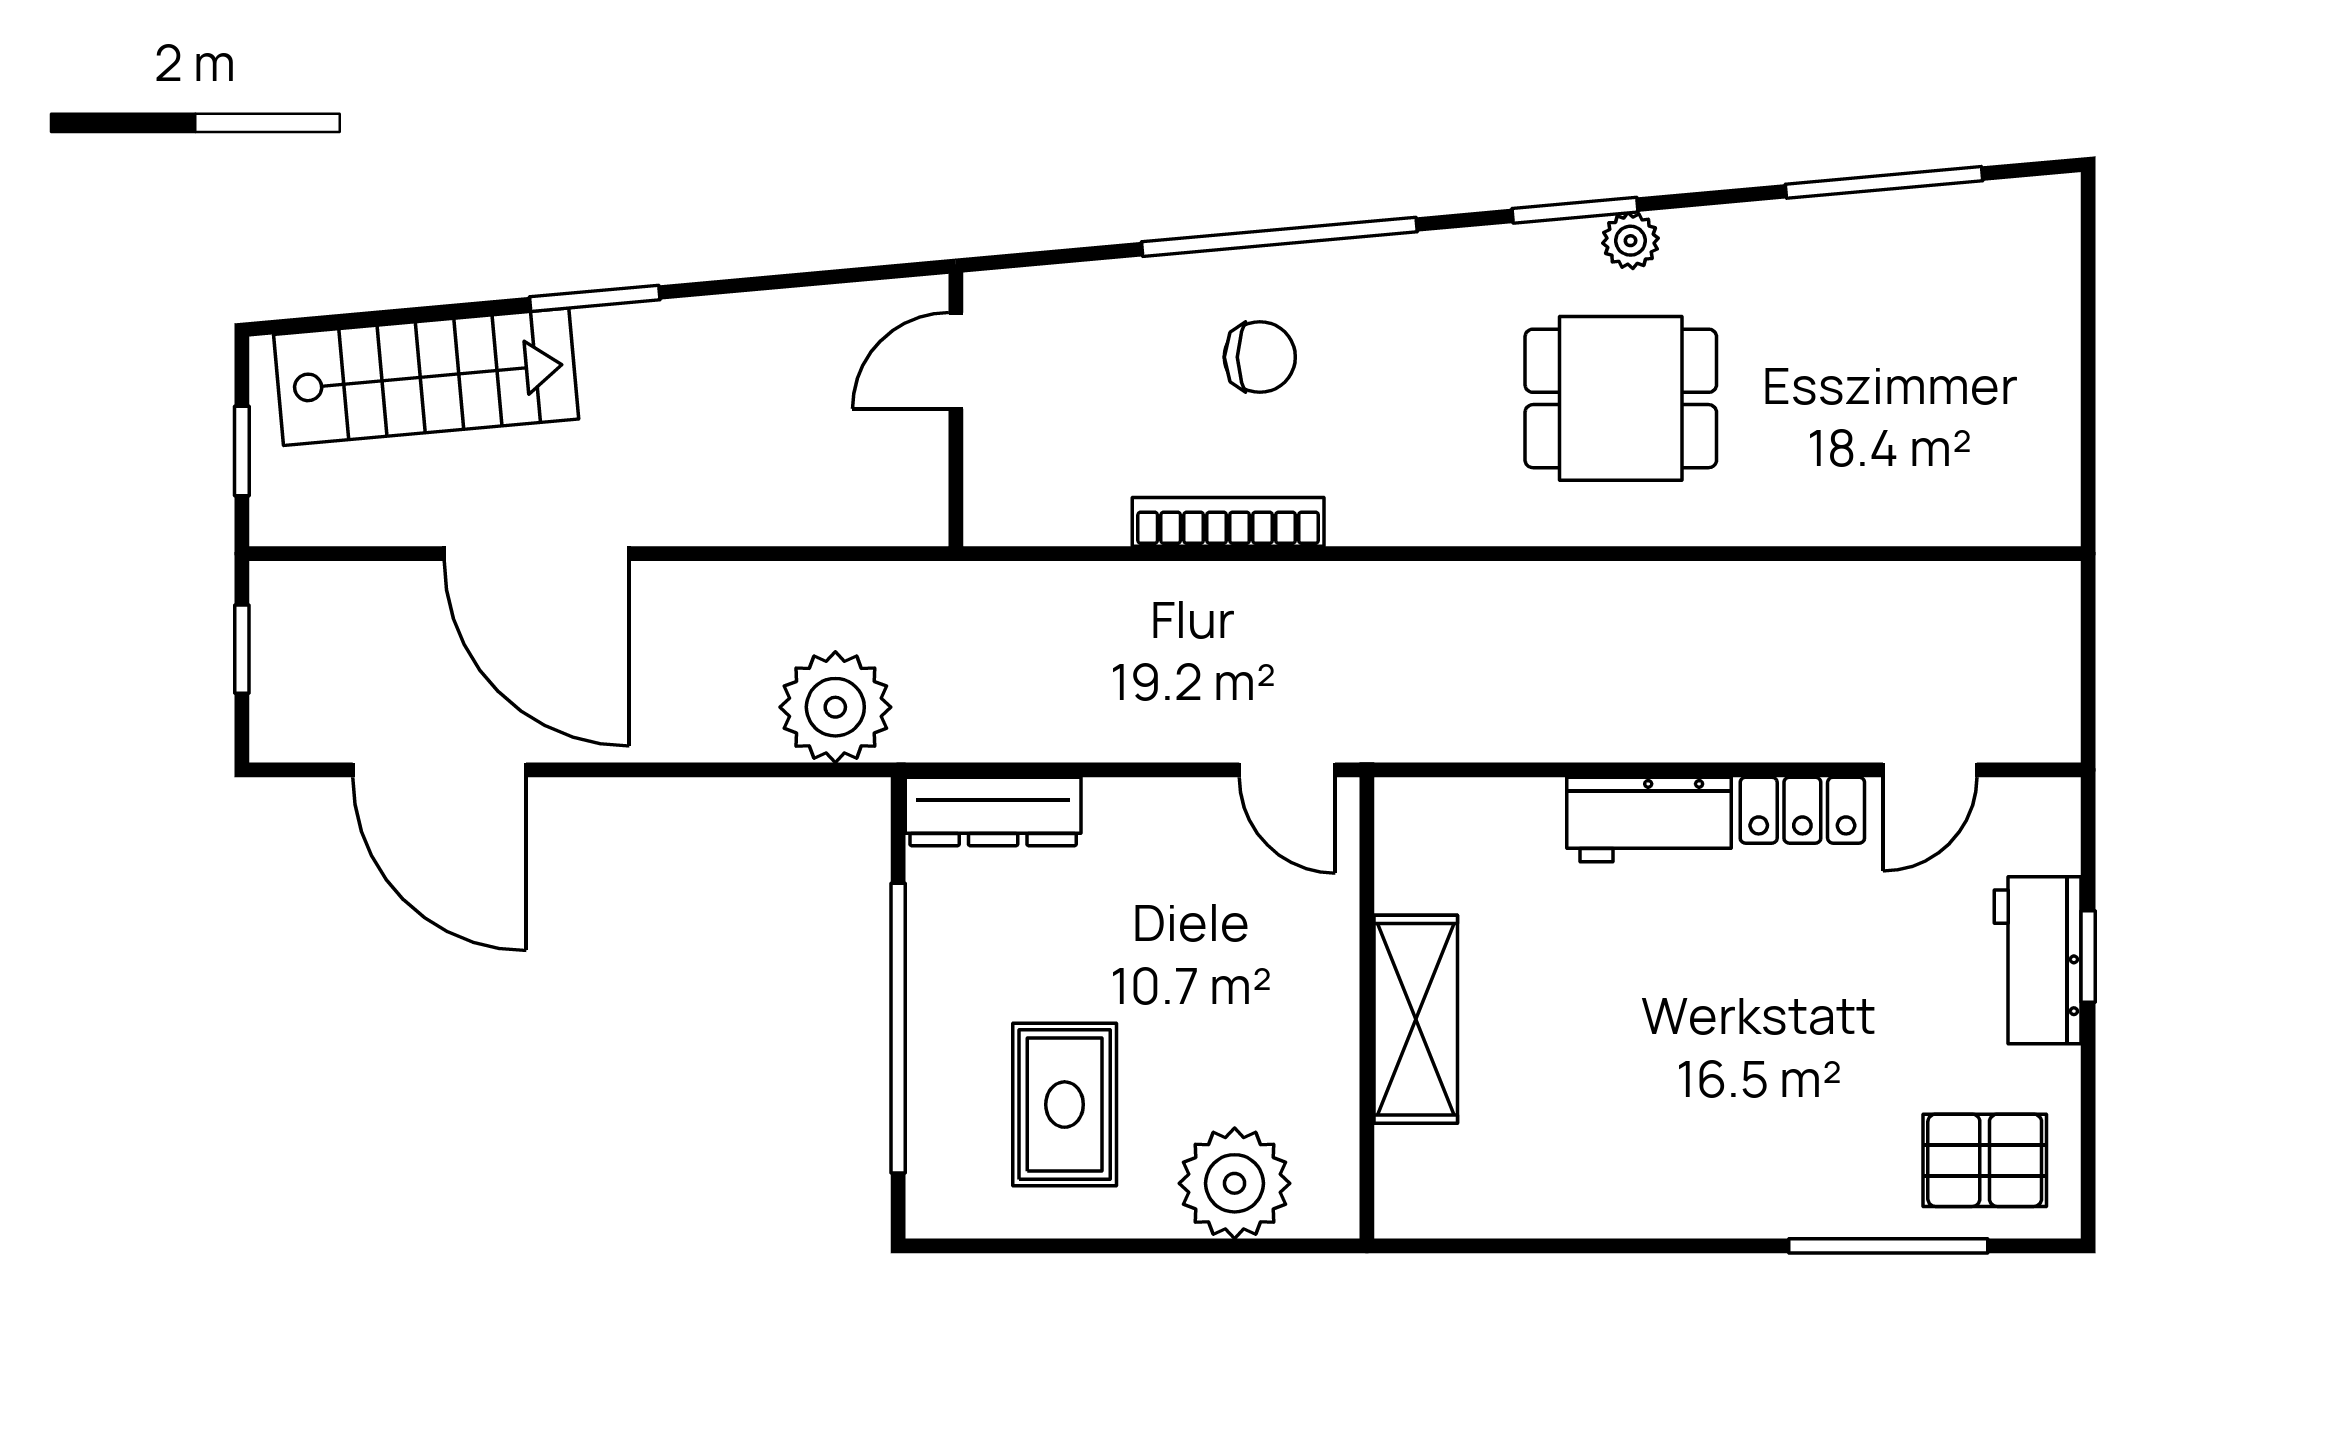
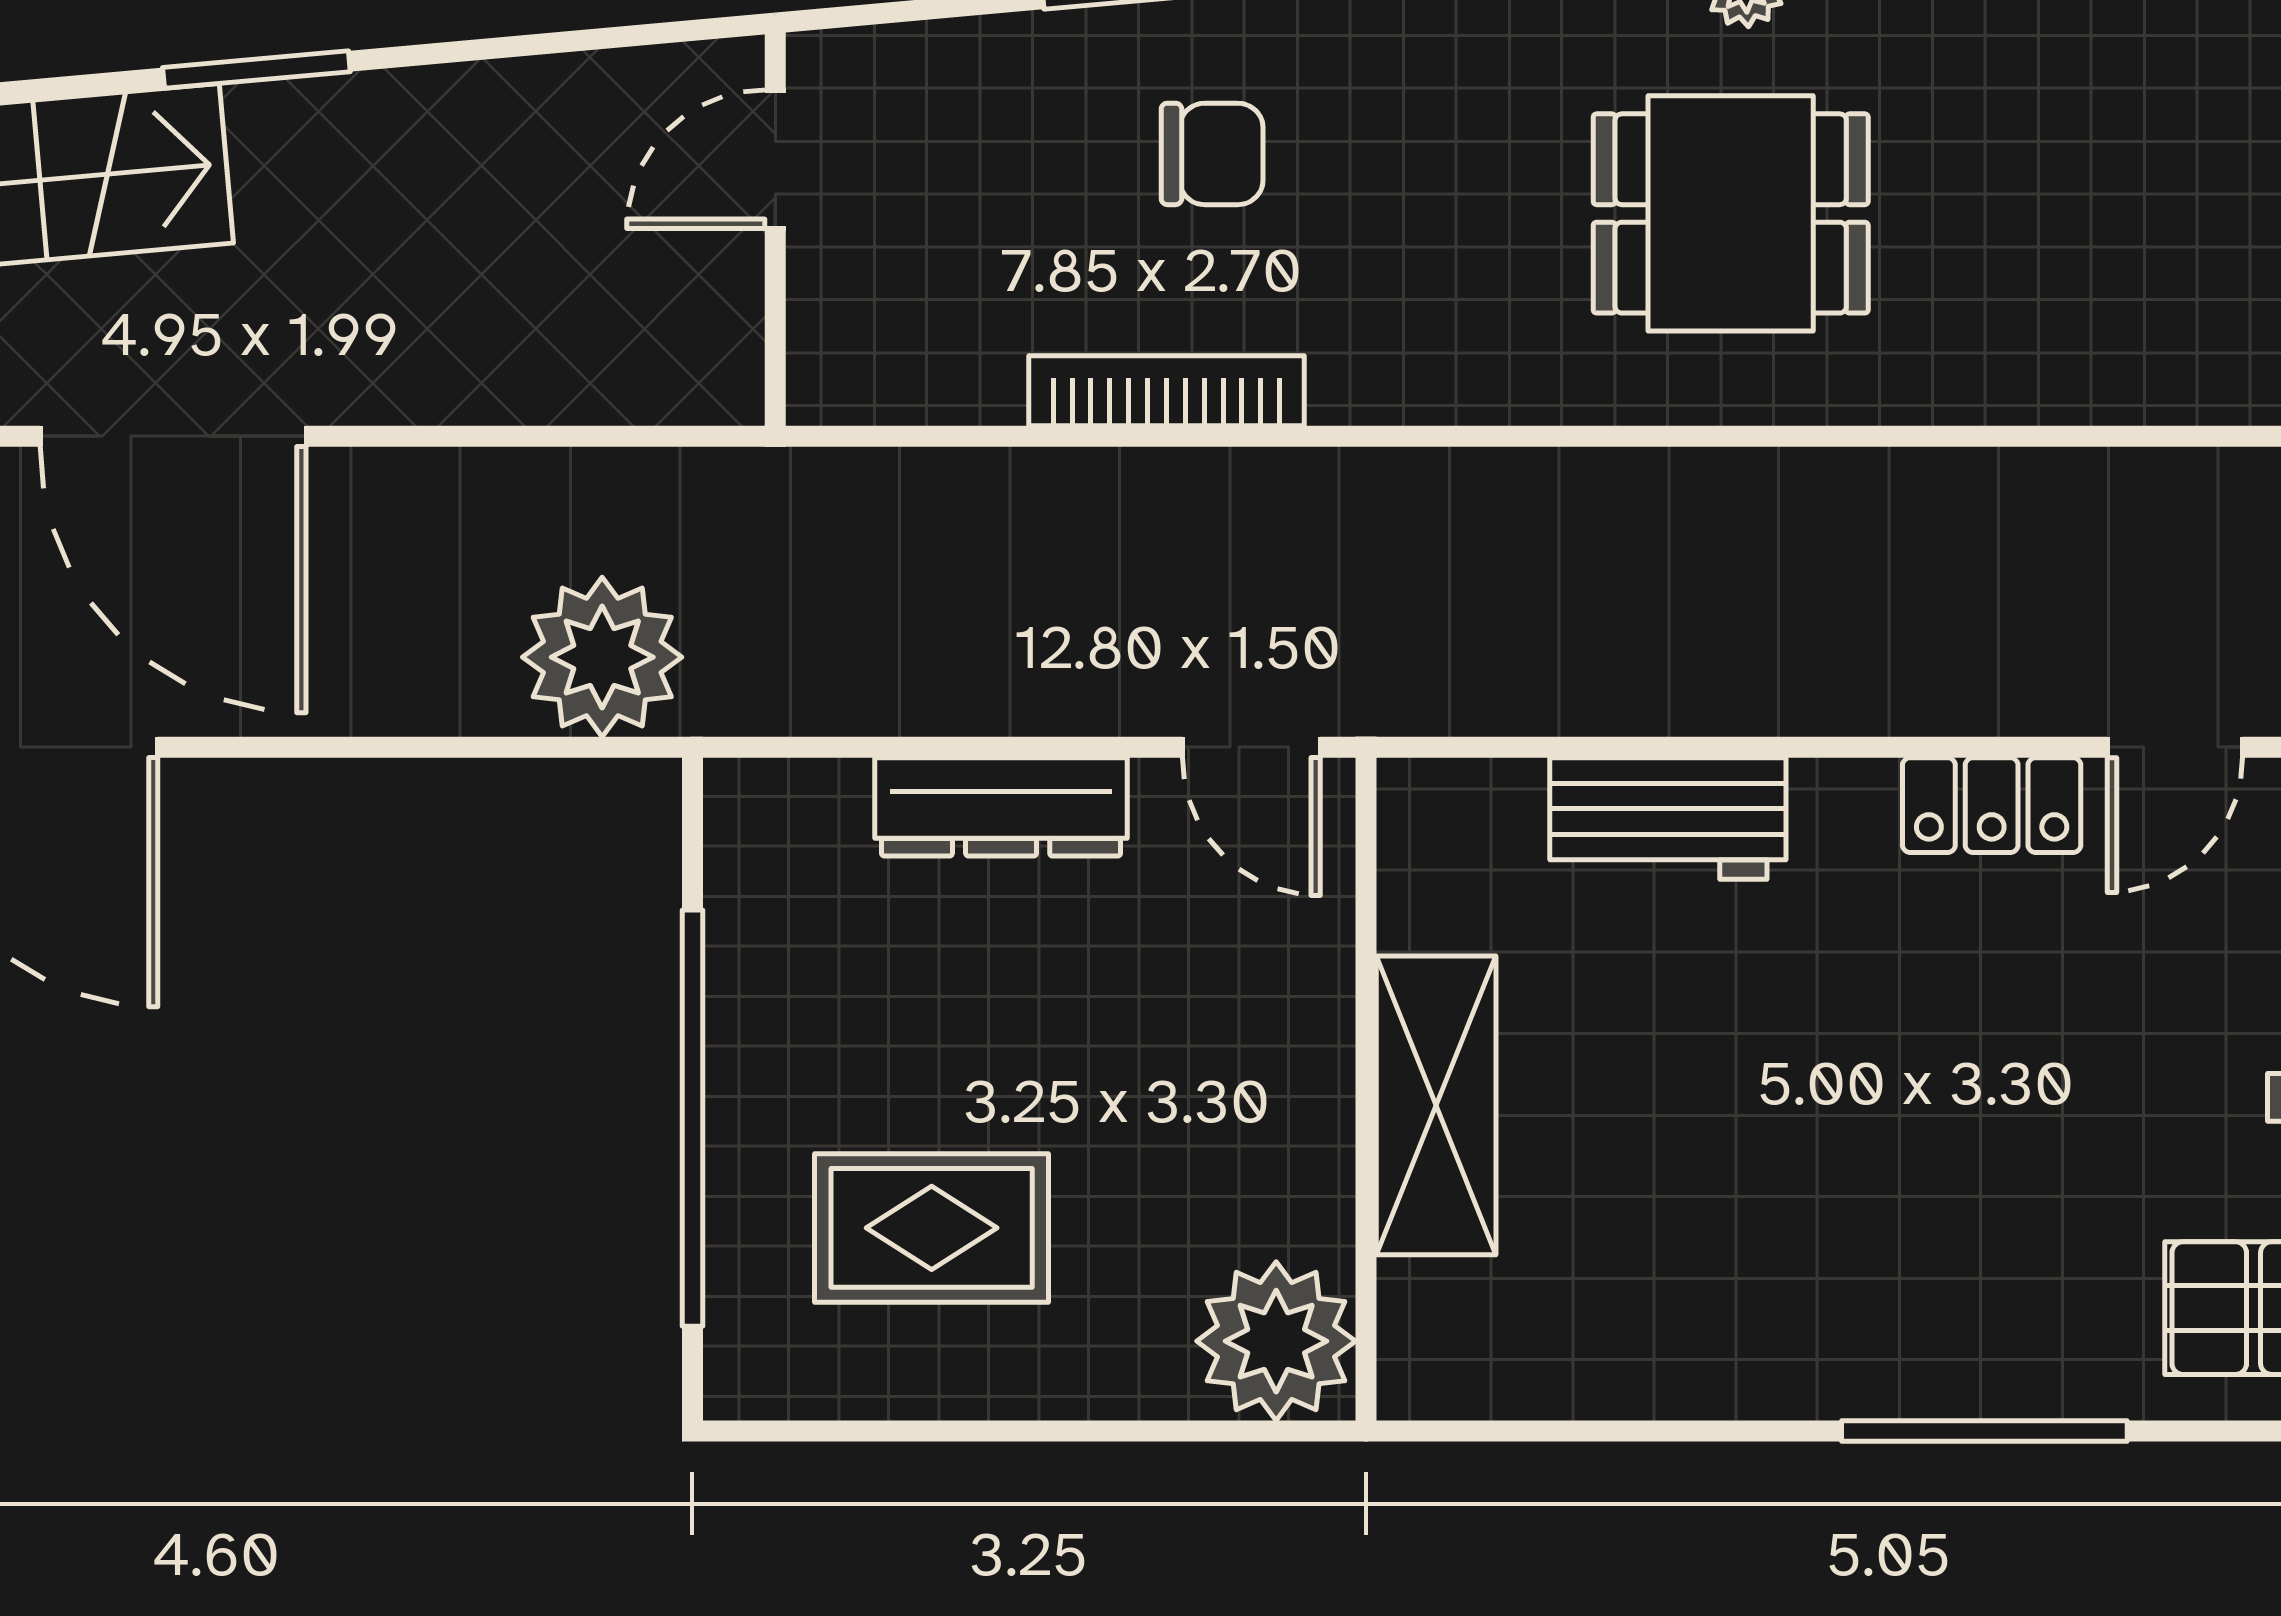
dresser: (993, 811) -> (1001, 807), moved
workbench: (1649, 820) -> (1668, 818), moved
rug: (1065, 1105) -> (932, 1228), turned 90
plant: (1235, 1183) -> (1276, 1341), moved
window: (1888, 1246) -> (1984, 1431), moved

